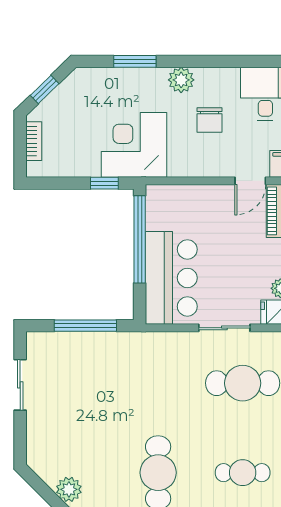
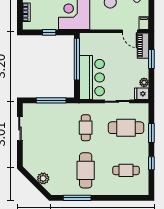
door: (250, 181) -> (130, 31), hinge flipped
window: (104, 183) -> (49, 32), moved
cafe table: (158, 383) -> (86, 128), added

